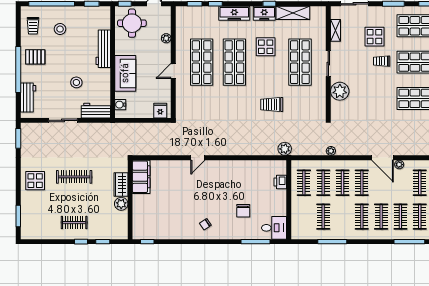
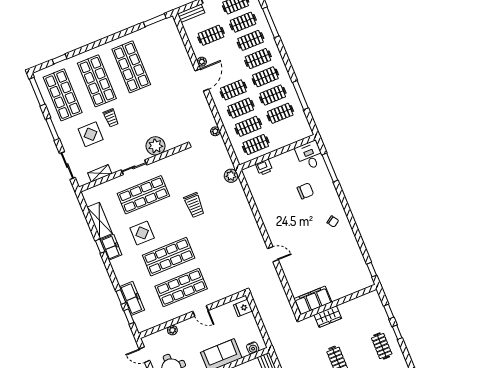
freezer: (234, 13) -> (132, 298), moved
plant: (121, 204) -> (346, 309), removed
clothes rail: (342, 217) -> (273, 95), added

